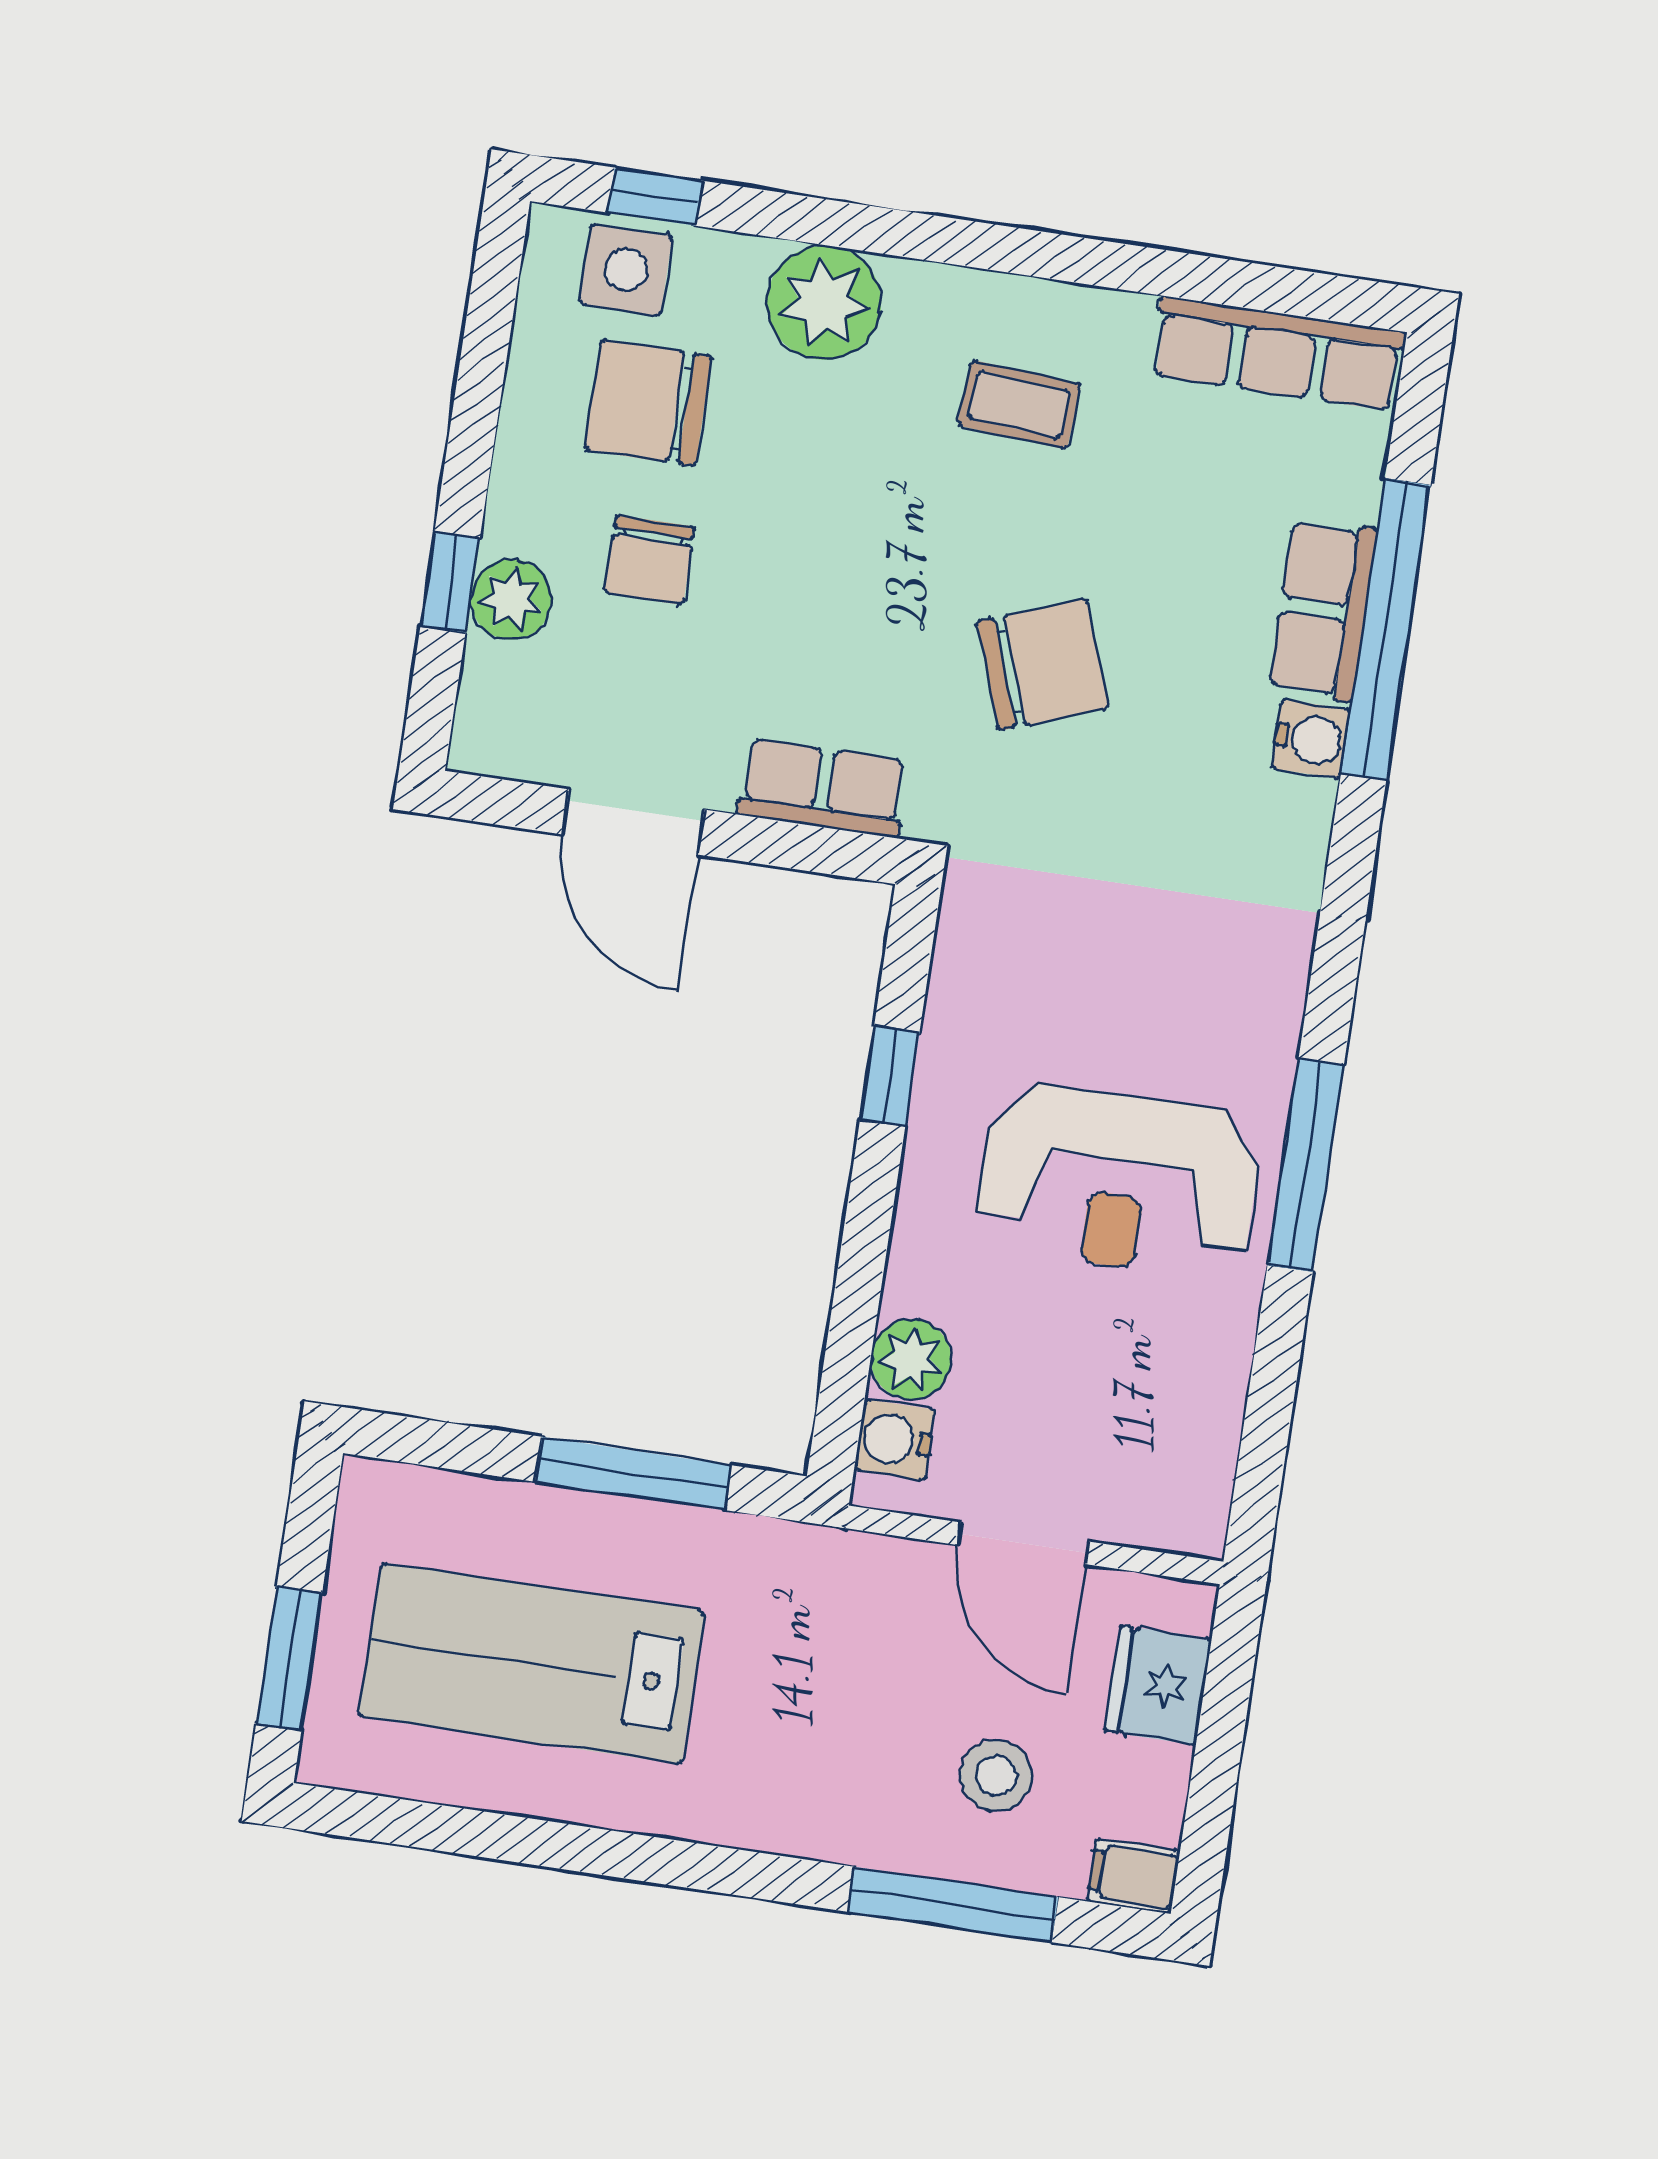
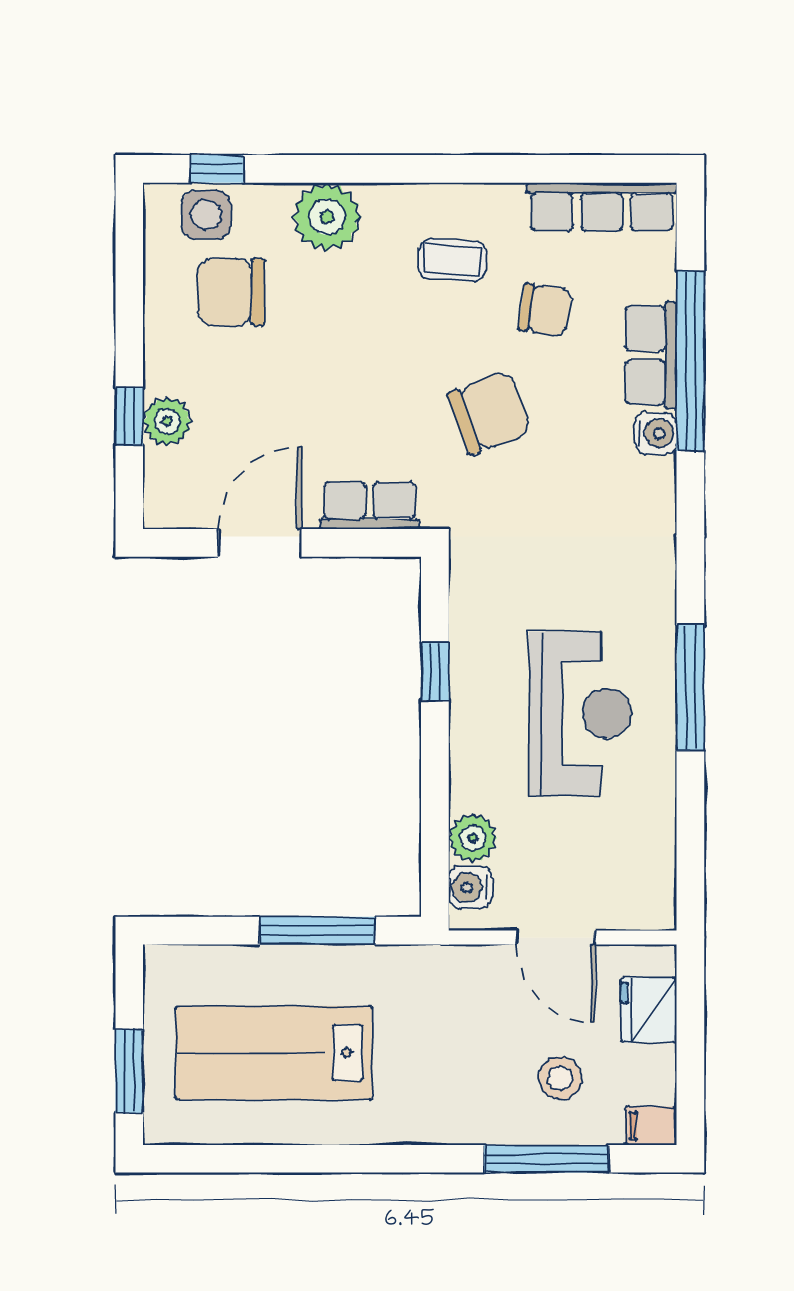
chair: (650, 560) -> (545, 310), moved, turned -81
door: (633, 822) -> (260, 543), swing flipped
reception desk: (1119, 1181) -> (580, 713), turned -90

